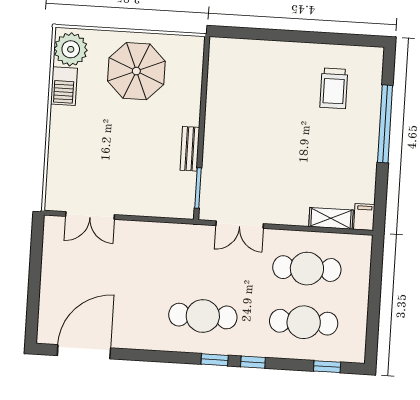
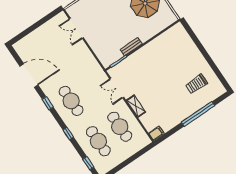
shelving: (331, 218) -> (136, 106), moved
door: (84, 352) -> (29, 75), moved
window: (215, 360) -> (48, 103), moved

